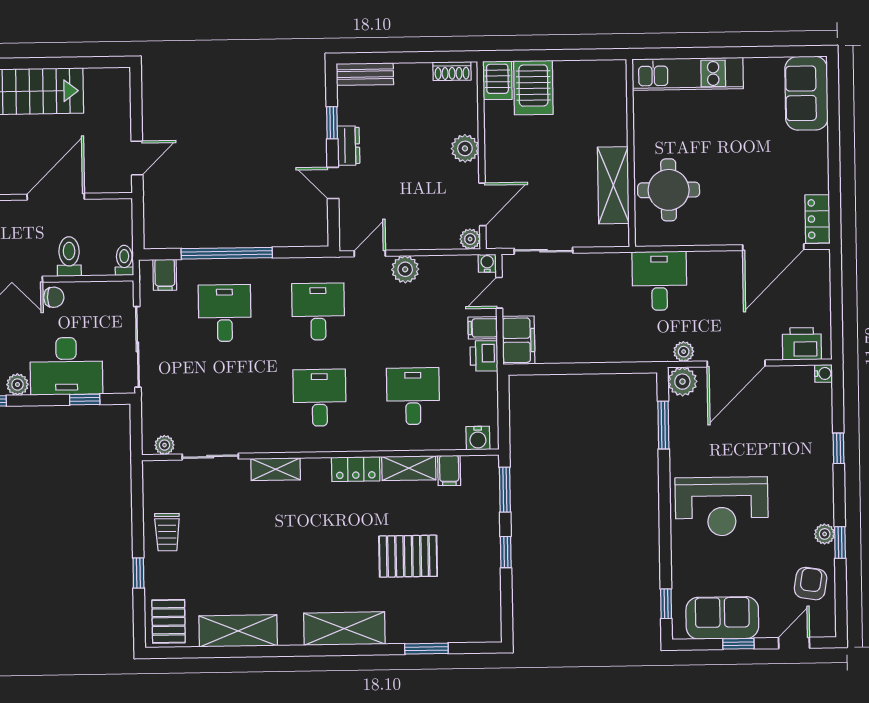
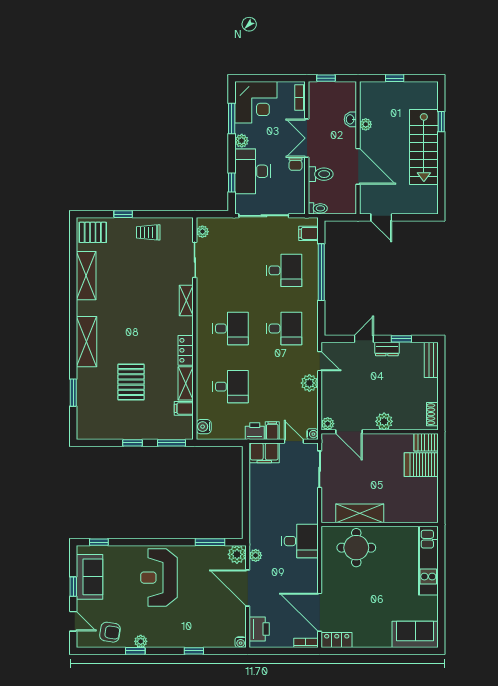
bookcase: (823, 269) -> (306, 643), added

